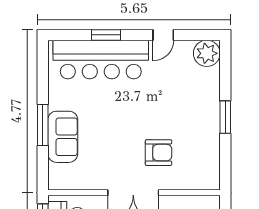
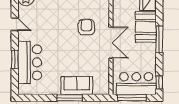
bar counter: (101, 60) -> (30, 62), width x0.73

